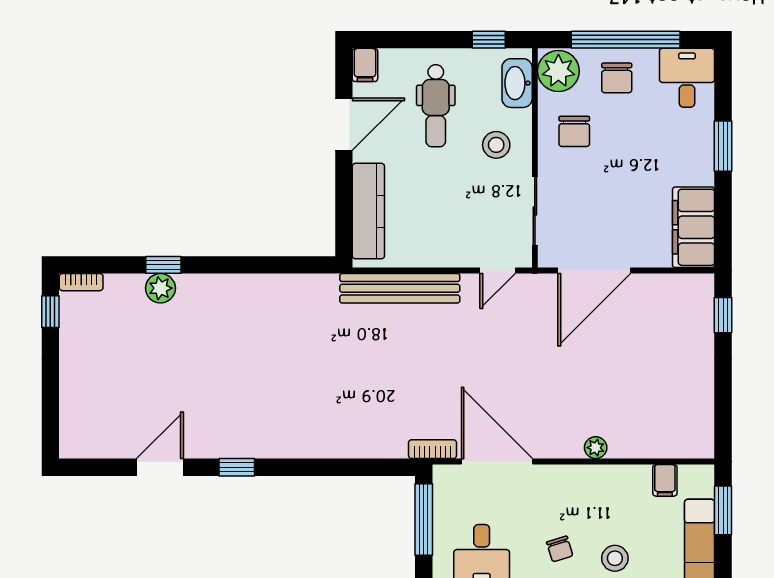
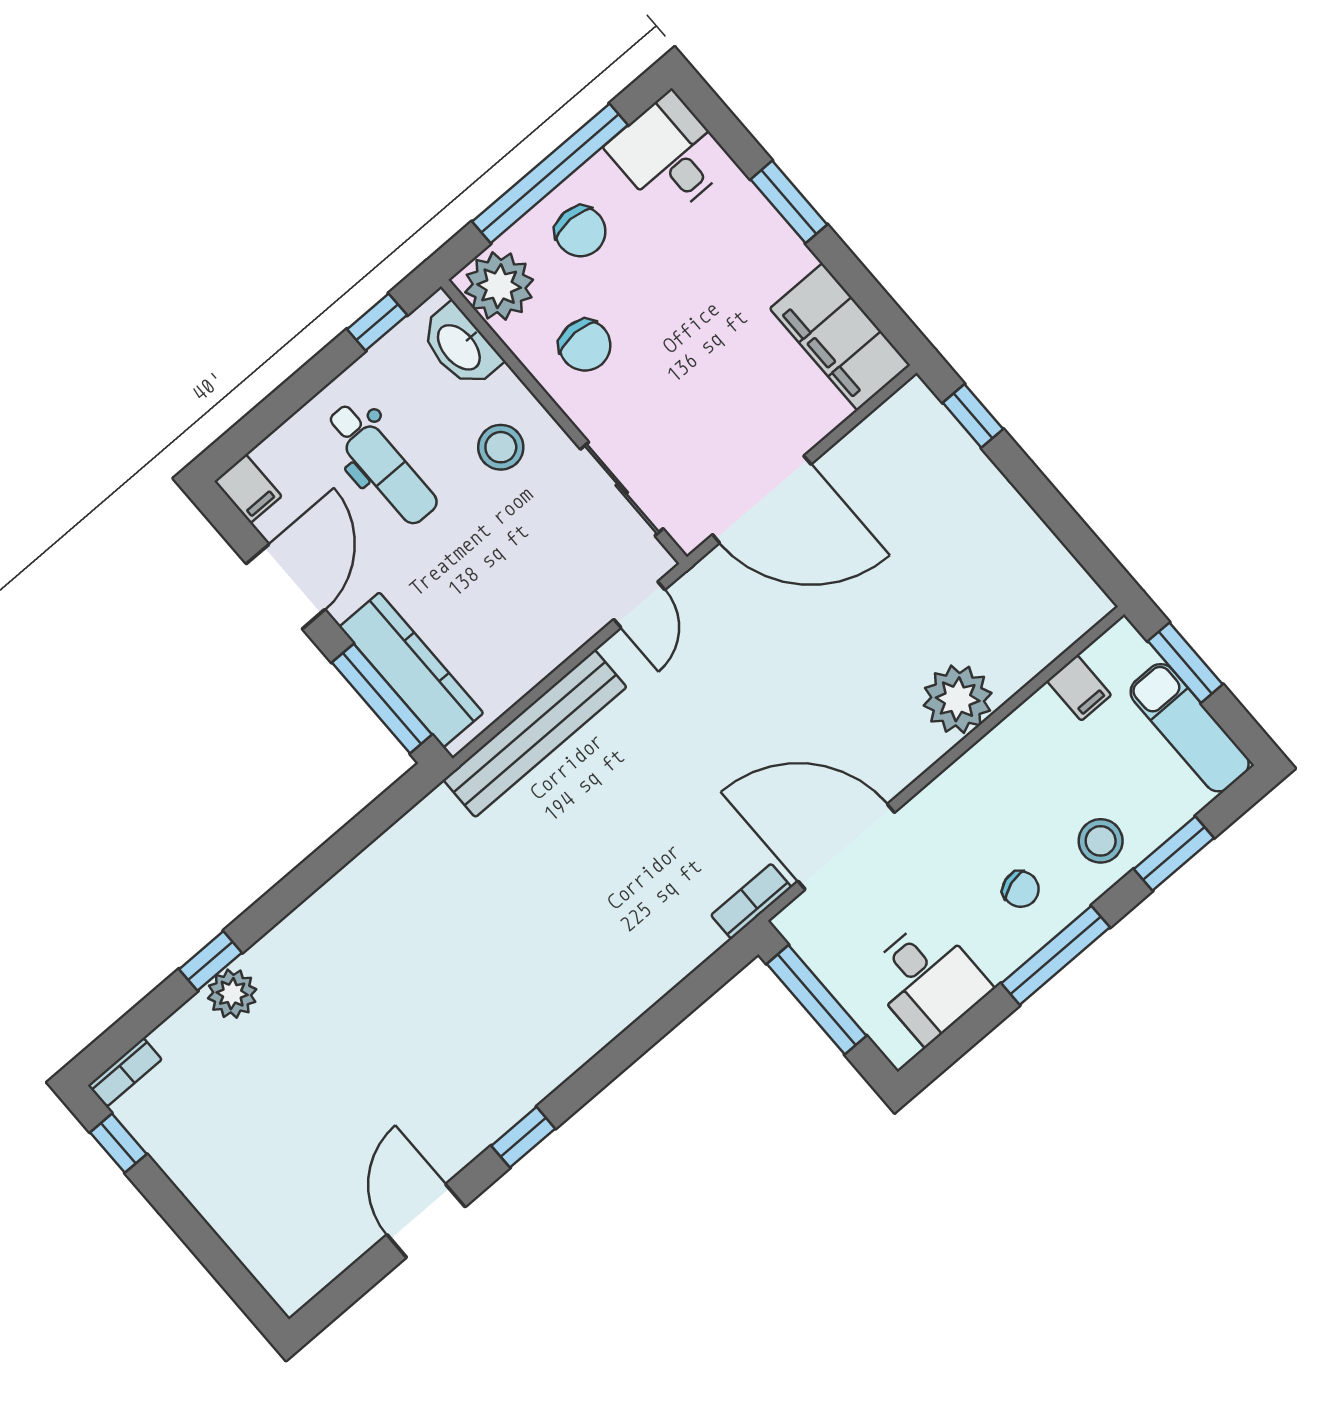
window: (344, 213) -> (382, 699), added
door: (594, 271) -> (762, 499), hinge flipped
plant: (596, 448) -> (958, 699), width x1.87, depth x1.87

